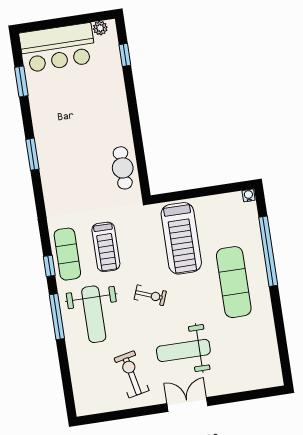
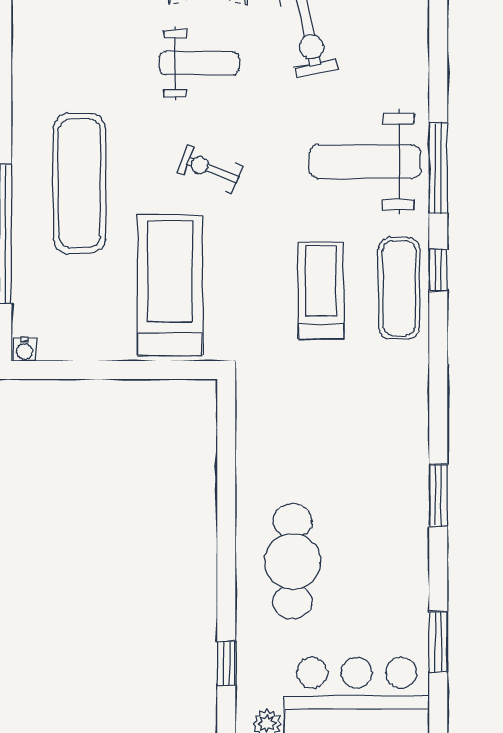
cafe table: (123, 168) -> (292, 562), moved, width x1.37, depth x1.35
exercise bike: (150, 295) -> (210, 169), moved
weight bench: (94, 314) -> (365, 162), turned -90
weight bench: (183, 350) -> (199, 63), width x0.73, depth x0.75

